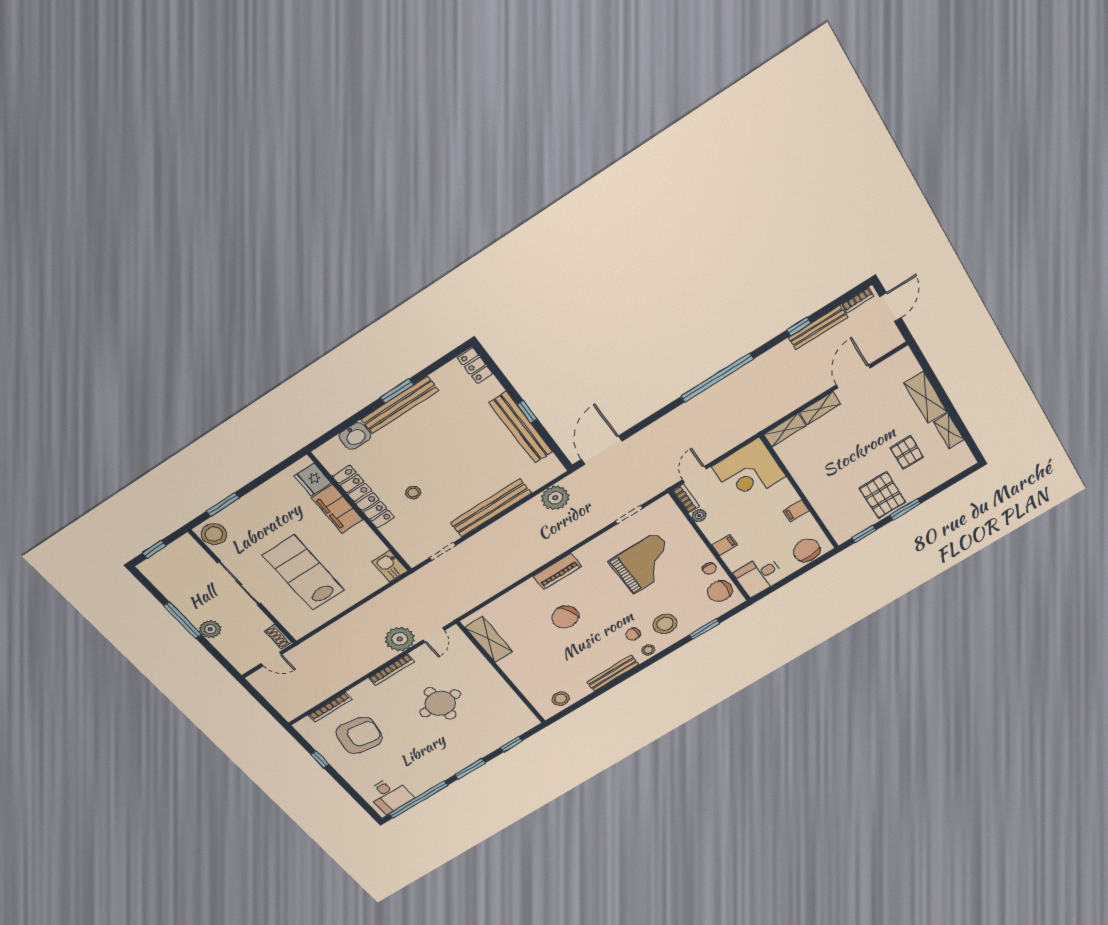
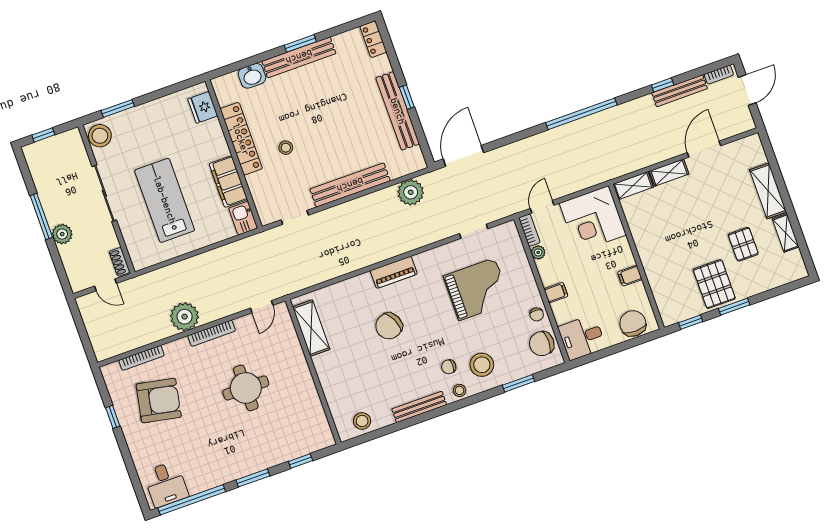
filing cabinet: (337, 509) -> (228, 182), moved
plant: (400, 639) -> (185, 317), moved

